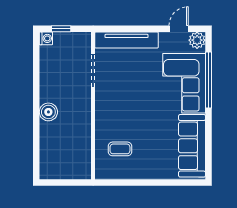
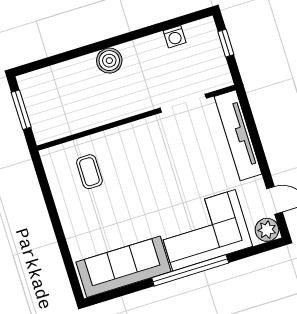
washing machine: (46, 38) -> (175, 37), moved
window: (208, 80) -> (190, 270), moved
window: (63, 182) -> (21, 110), added

